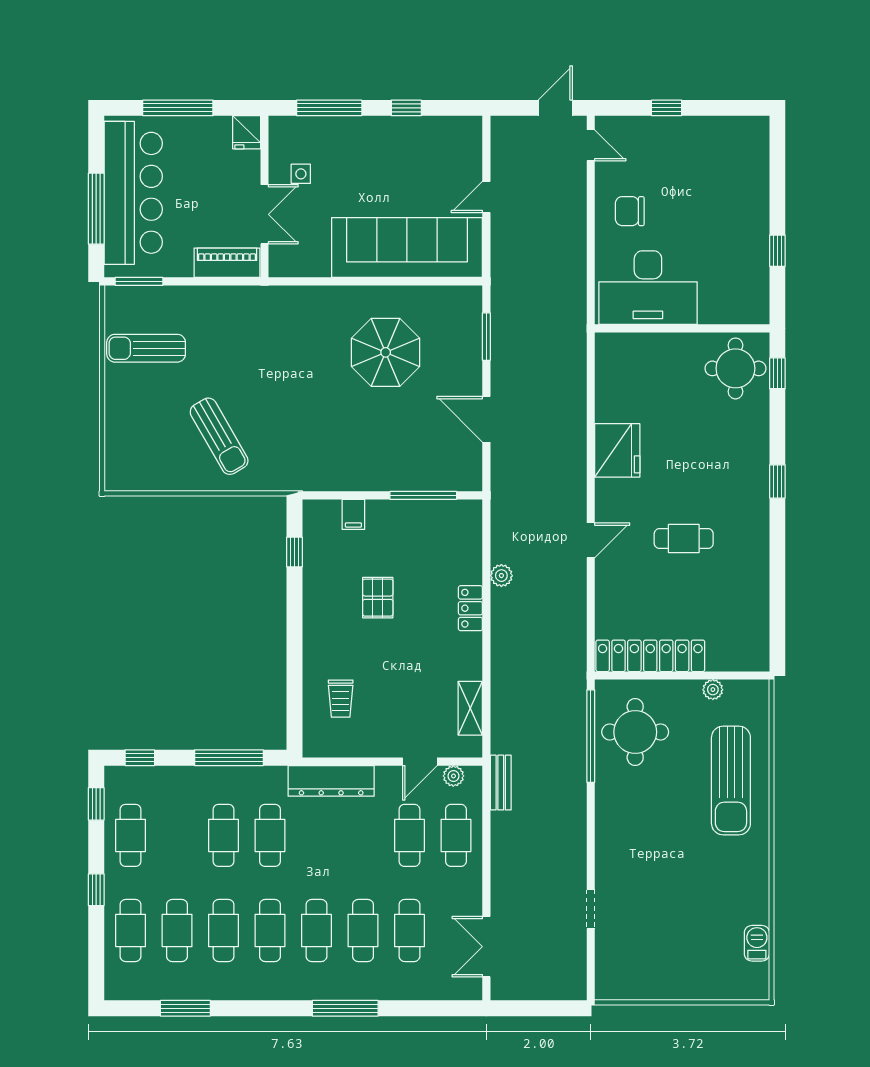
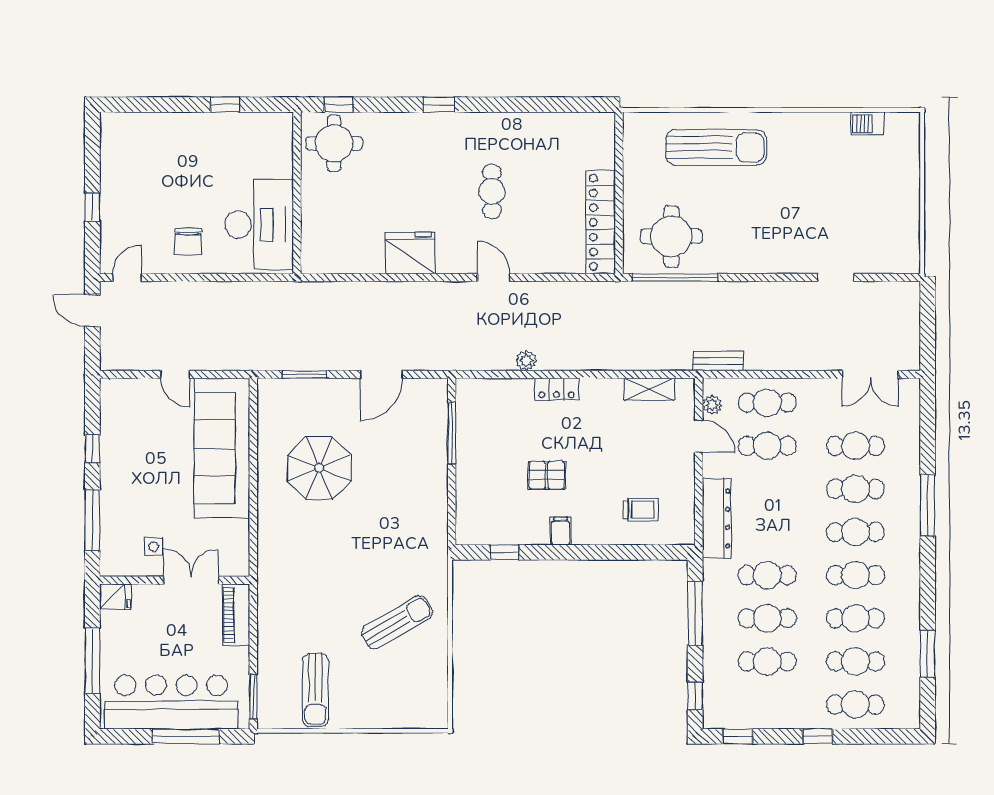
filing cabinet: (353, 514) -> (561, 531), moved, turned -90
plant: (713, 690) -> (632, 164), removed
cafe table: (131, 835) -> (767, 661), moved

